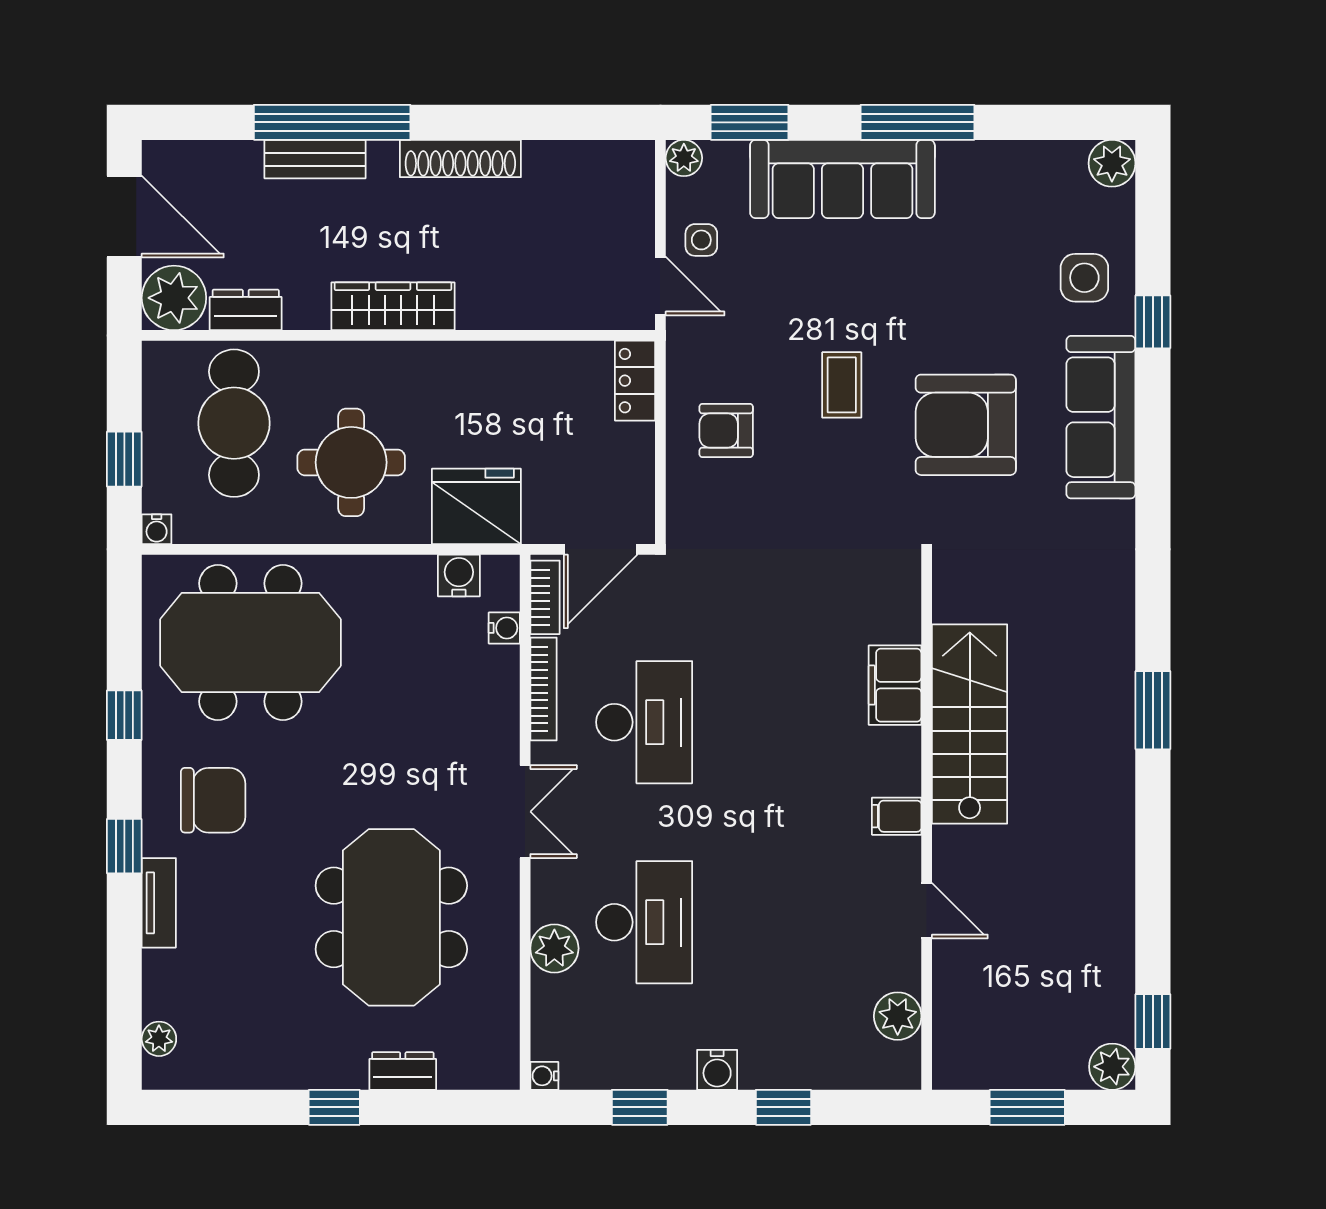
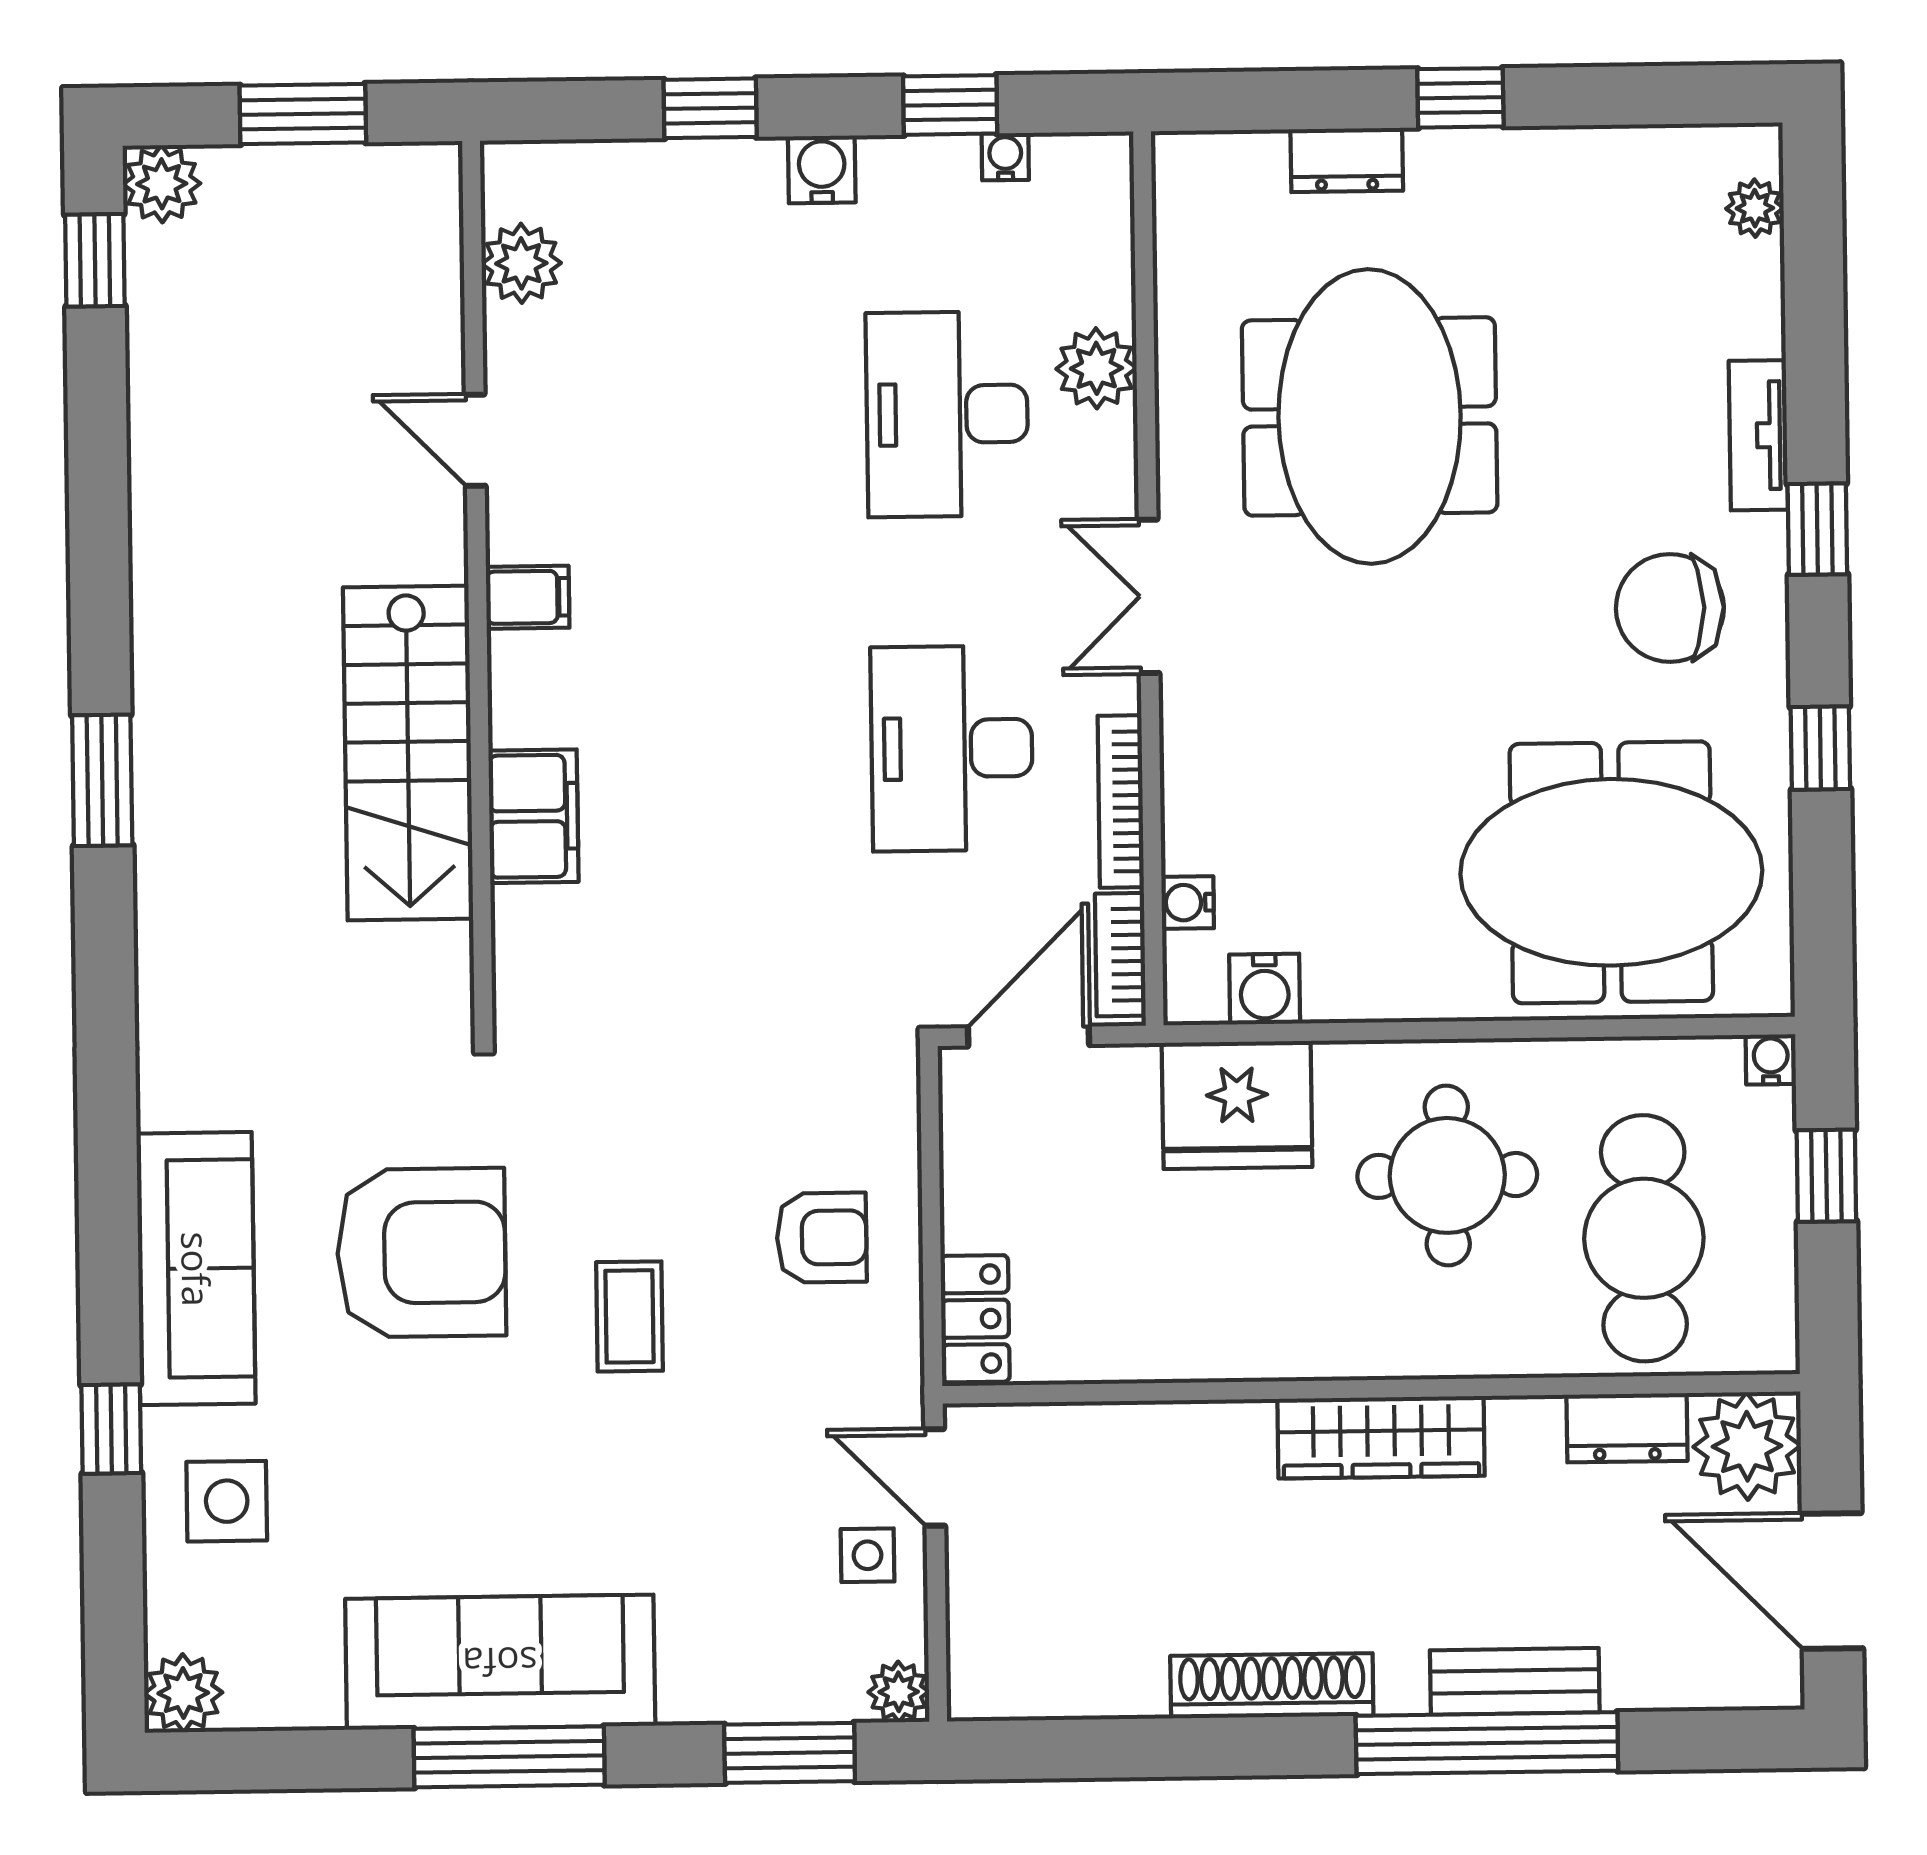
sofa: (842, 179) -> (500, 1662), moved
water cooler: (544, 1076) -> (1005, 157), moved, turned -90

